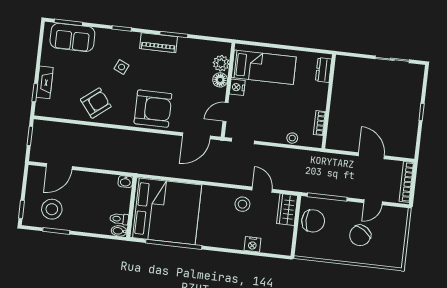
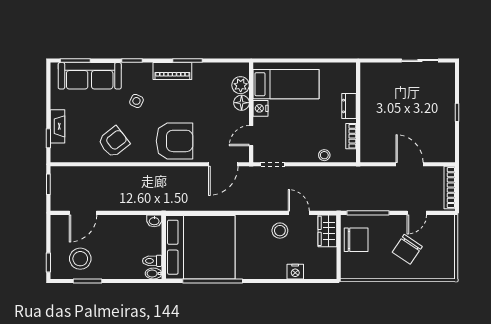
sofa: (72, 37) -> (90, 76), width x1.36
dresser: (324, 70) -> (349, 106), moved

